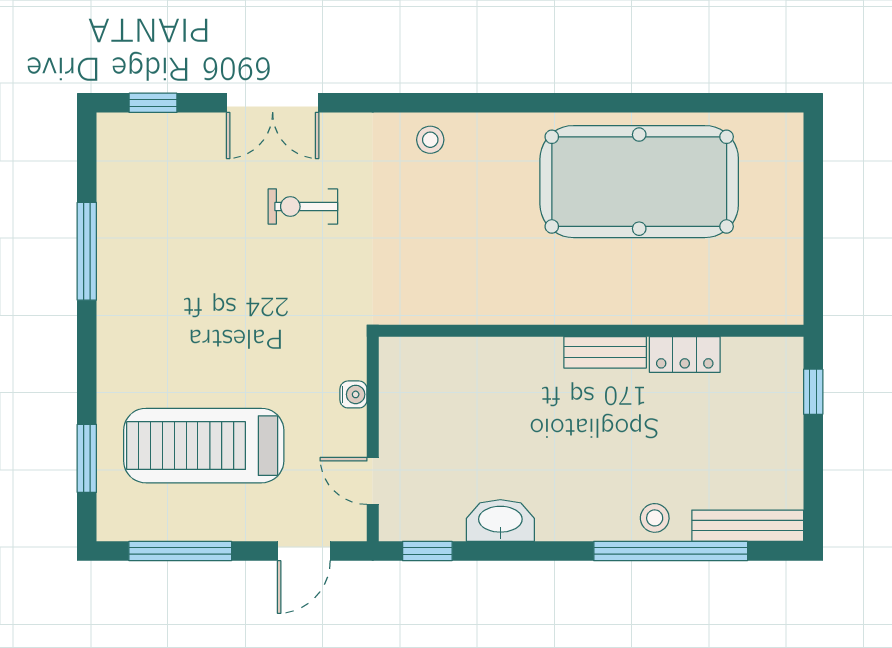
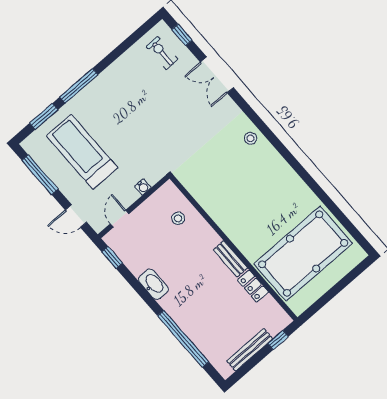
pool table: (639, 182) -> (303, 254), moved, turned 90
exercise bike: (303, 207) -> (162, 53), moved
window: (87, 251) -> (79, 86), moved
stool: (655, 518) -> (178, 218), moved
washbasin: (500, 520) -> (153, 284), moved
bench: (748, 526) -> (250, 350), moved, turned 90

